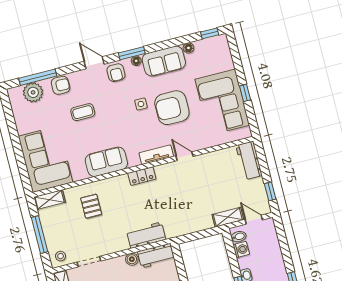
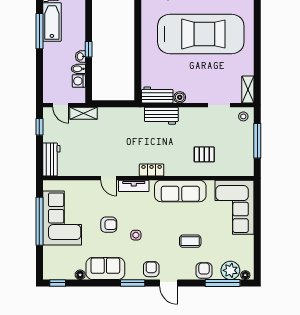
floor lamp: (136, 61) -> (245, 275), moved
armchair: (61, 85) -> (204, 270), turned 90
window: (245, 93) -> (39, 221), width x3.17
armchair: (172, 108) -> (109, 225), width x0.53, depth x0.53
sofa: (106, 162) -> (180, 191), width x1.36
shelving: (50, 200) -> (240, 170), removed
pallet: (91, 206) -> (204, 154), turned 90
bidet: (239, 237) -> (78, 69), moved

